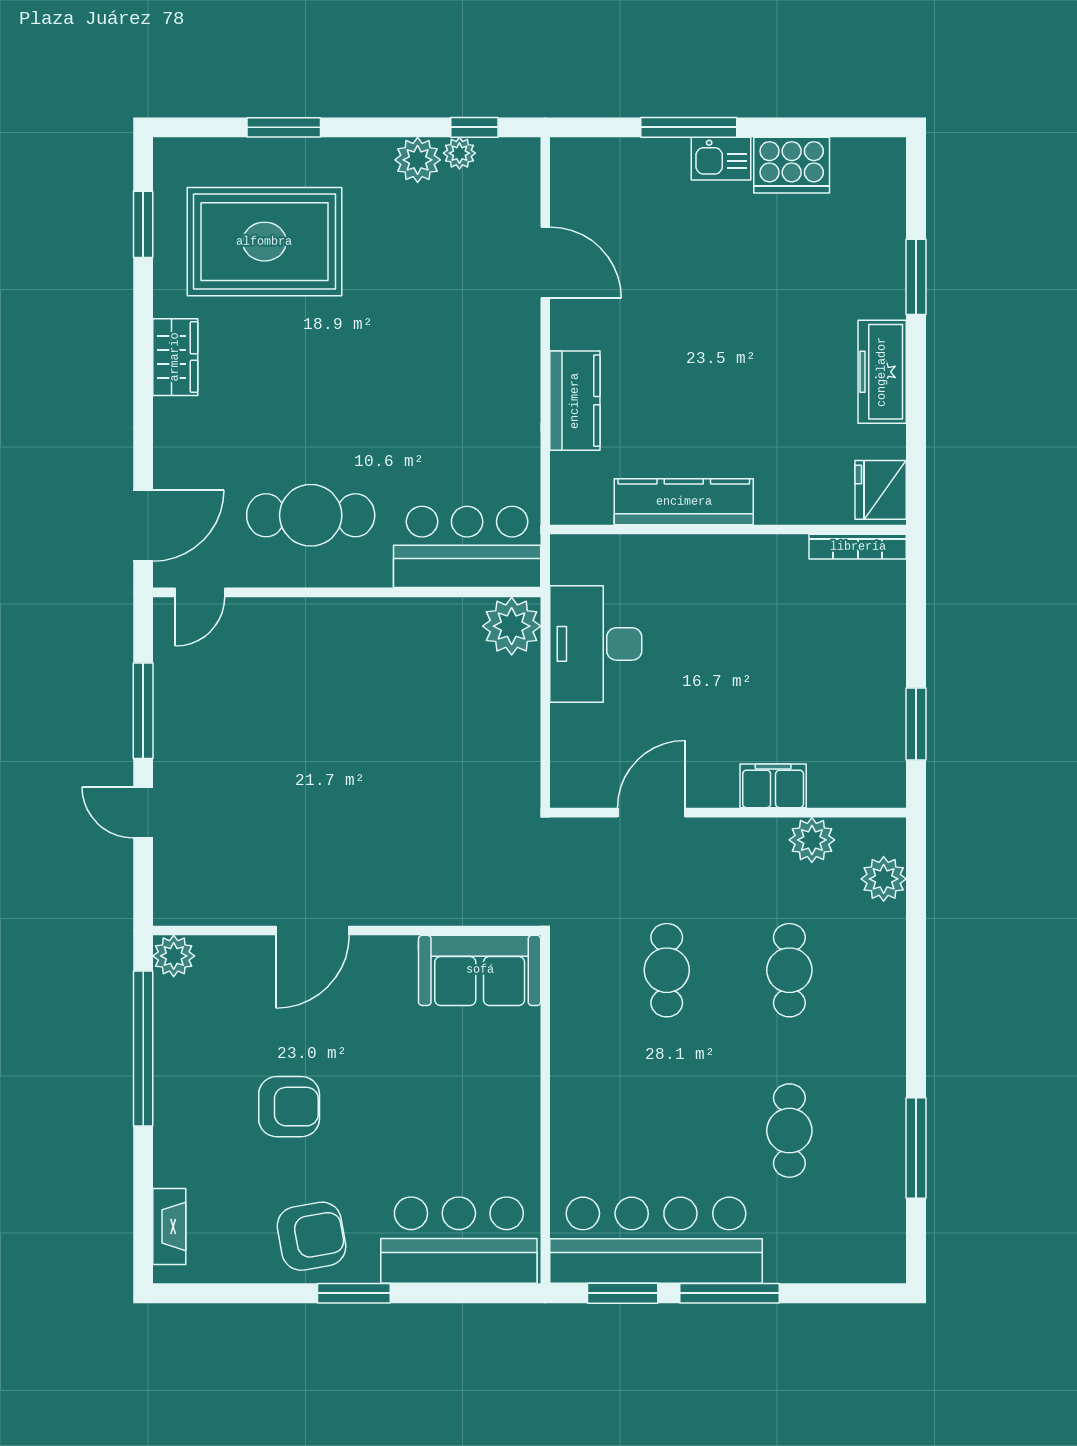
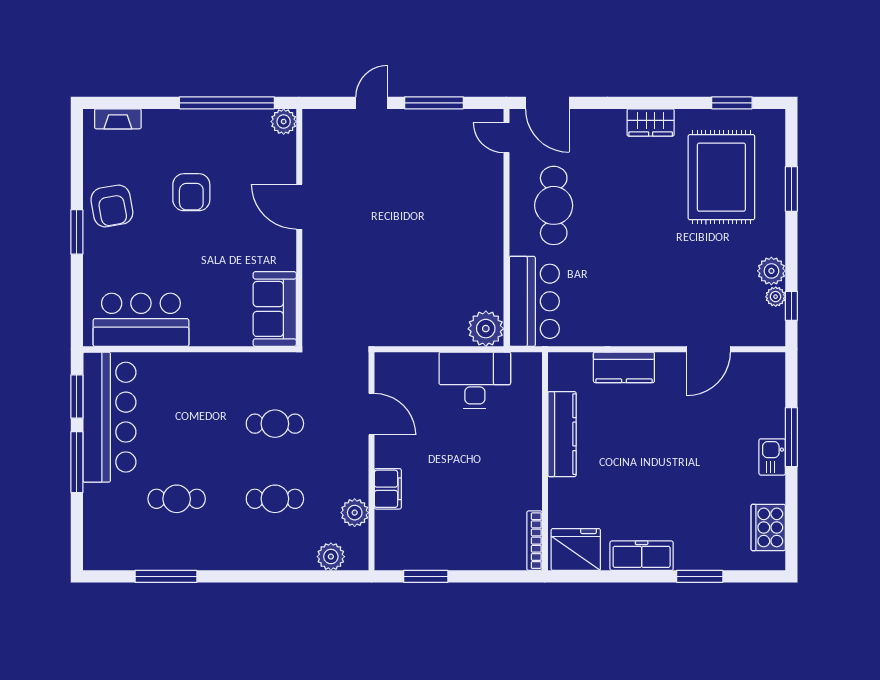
cooker: (792, 165) -> (768, 527), moved
fridge: (881, 490) -> (576, 549), width x1.36, depth x1.34
bar counter: (459, 1240) -> (141, 320), moved, turned -90

